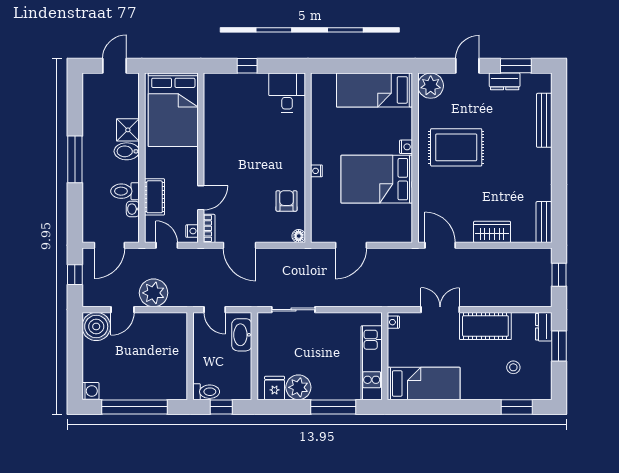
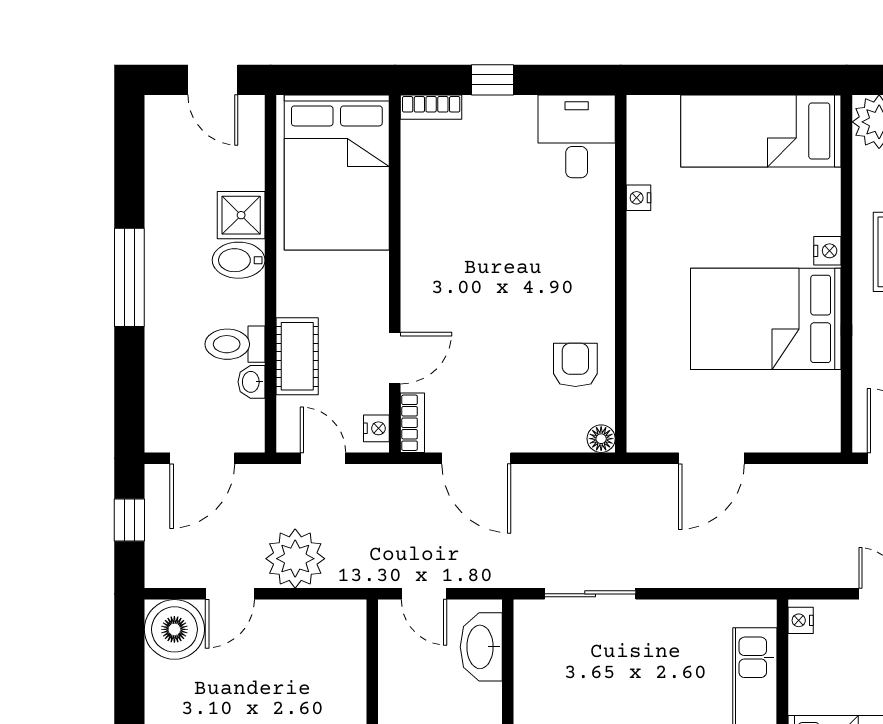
door: (114, 66) -> (213, 80), swing flipped
bookcase: (218, 79) -> (431, 107), added
nightstand: (316, 171) -> (639, 198), moved

